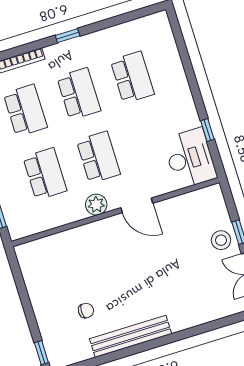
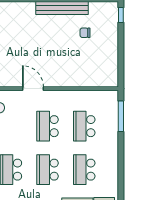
plant: (96, 205) -> (58, 97), removed

